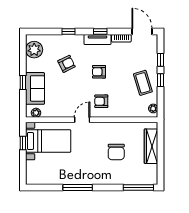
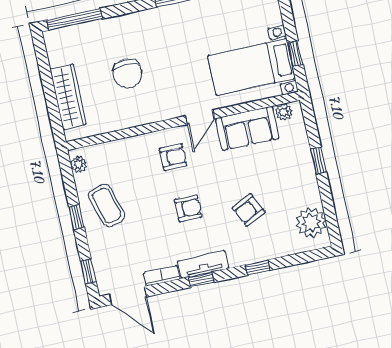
window: (161, 60) -> (88, 272), moved
sofa: (35, 88) -> (247, 128), moved, turned -90
chair: (116, 152) -> (127, 73), turned 180

